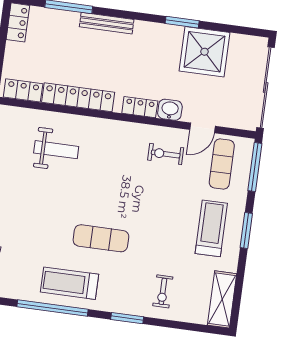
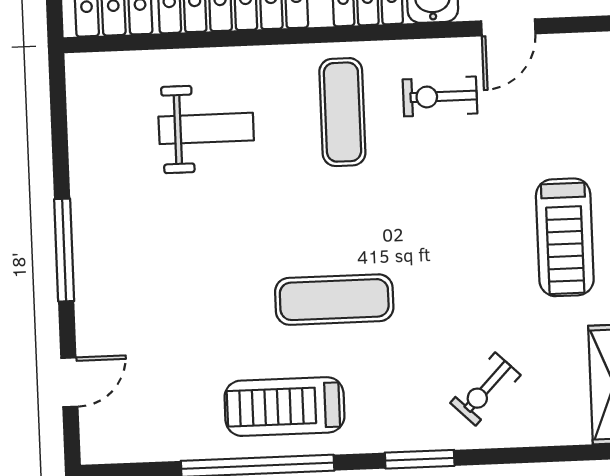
exercise mat: (222, 164) -> (342, 112), moved
treadmill: (211, 228) -> (565, 237), turned 180
exercise bike: (163, 291) -> (485, 389), turned 44

